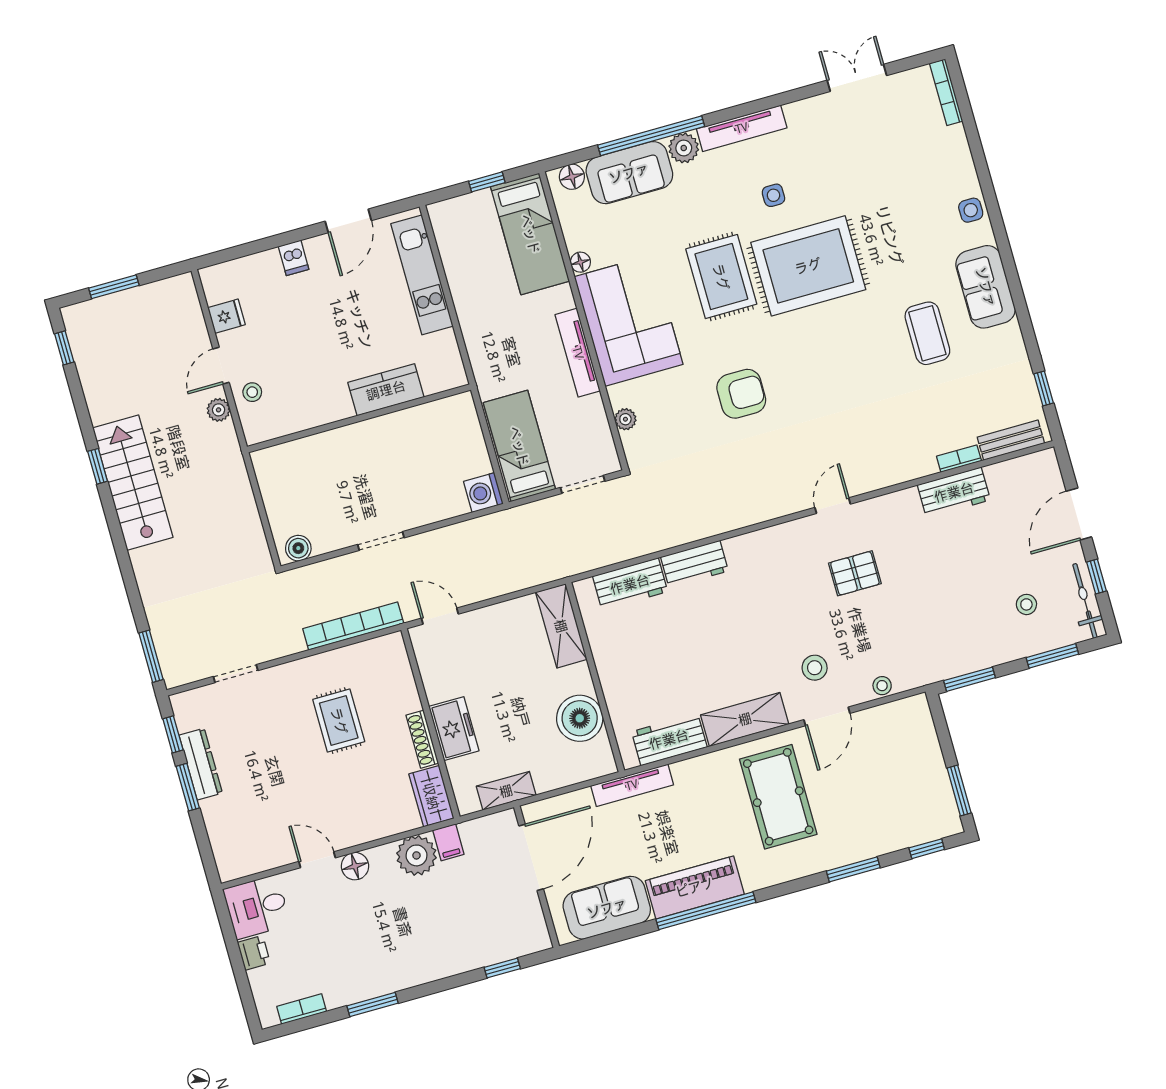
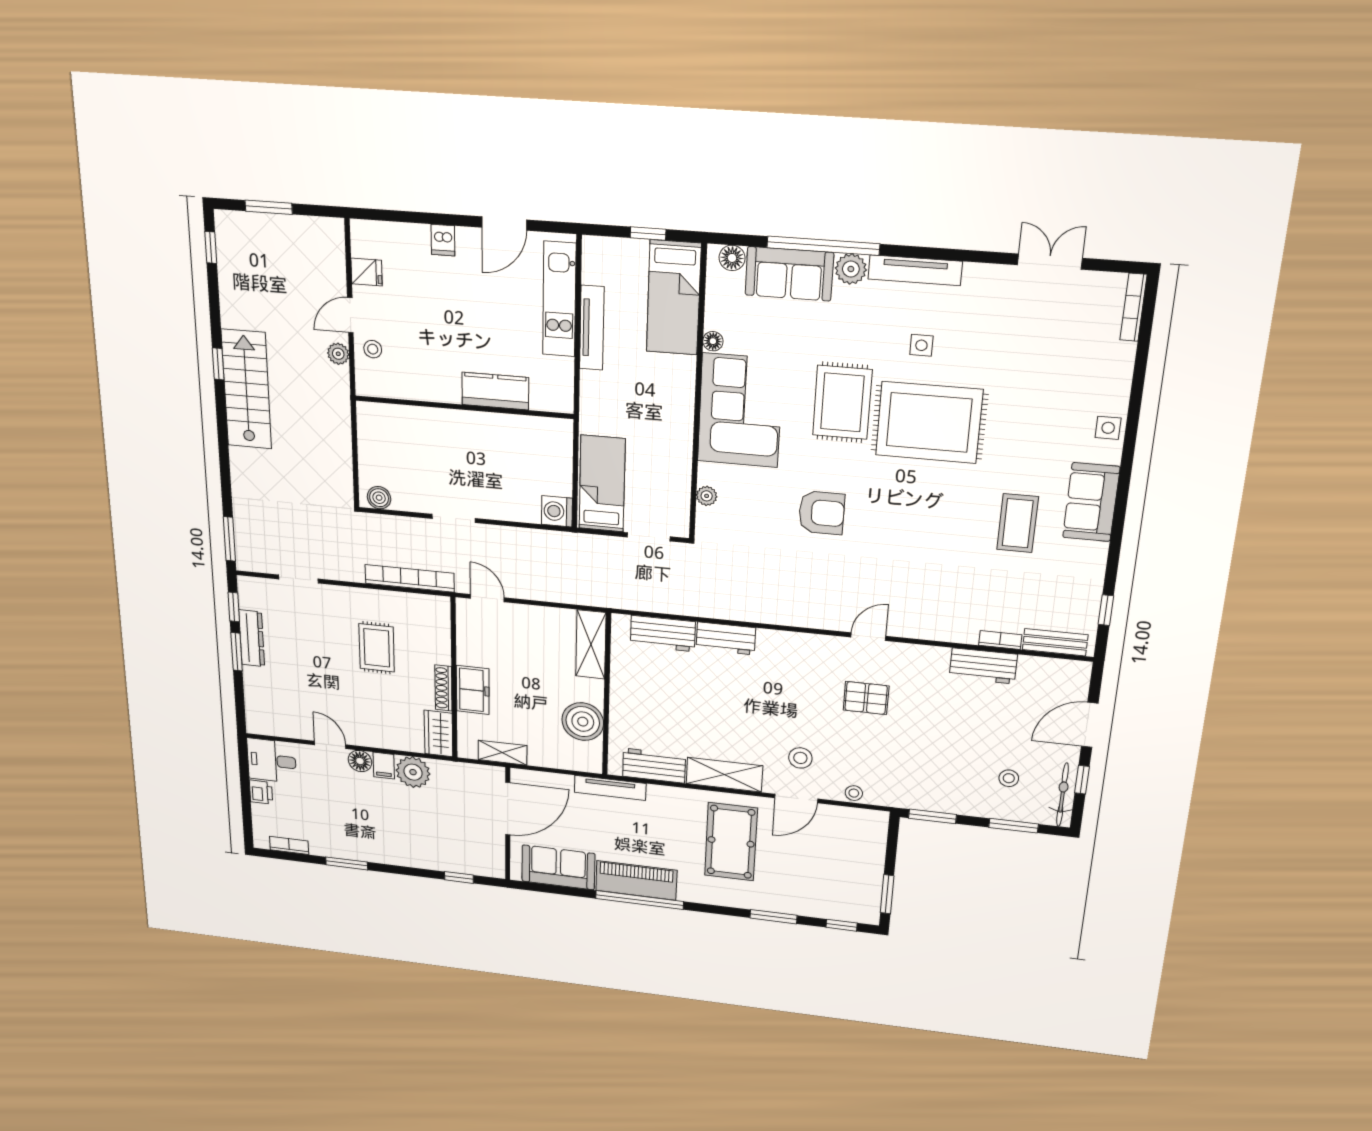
tv unit: (578, 353) -> (592, 328), moved, turned 180
filing cabinet: (448, 842) -> (384, 766), moved

